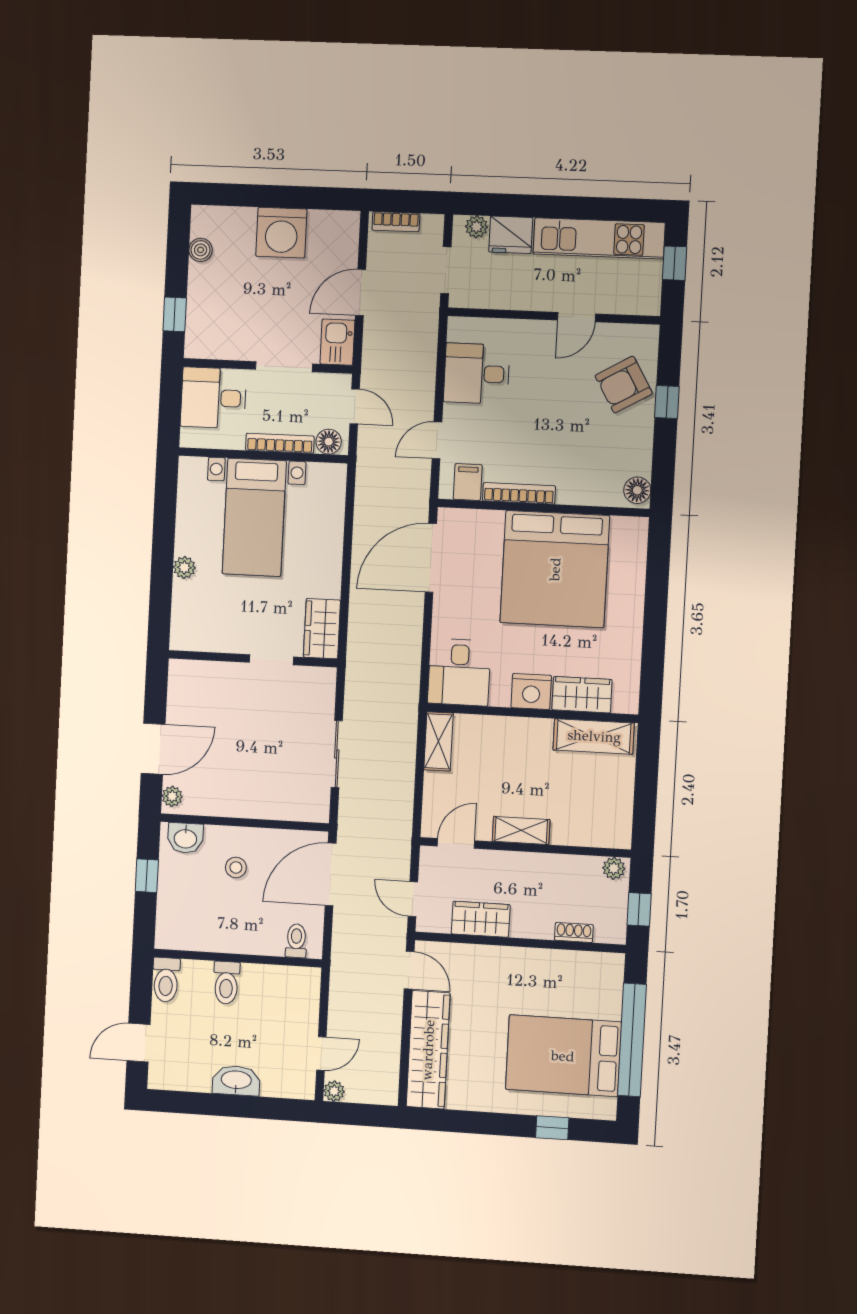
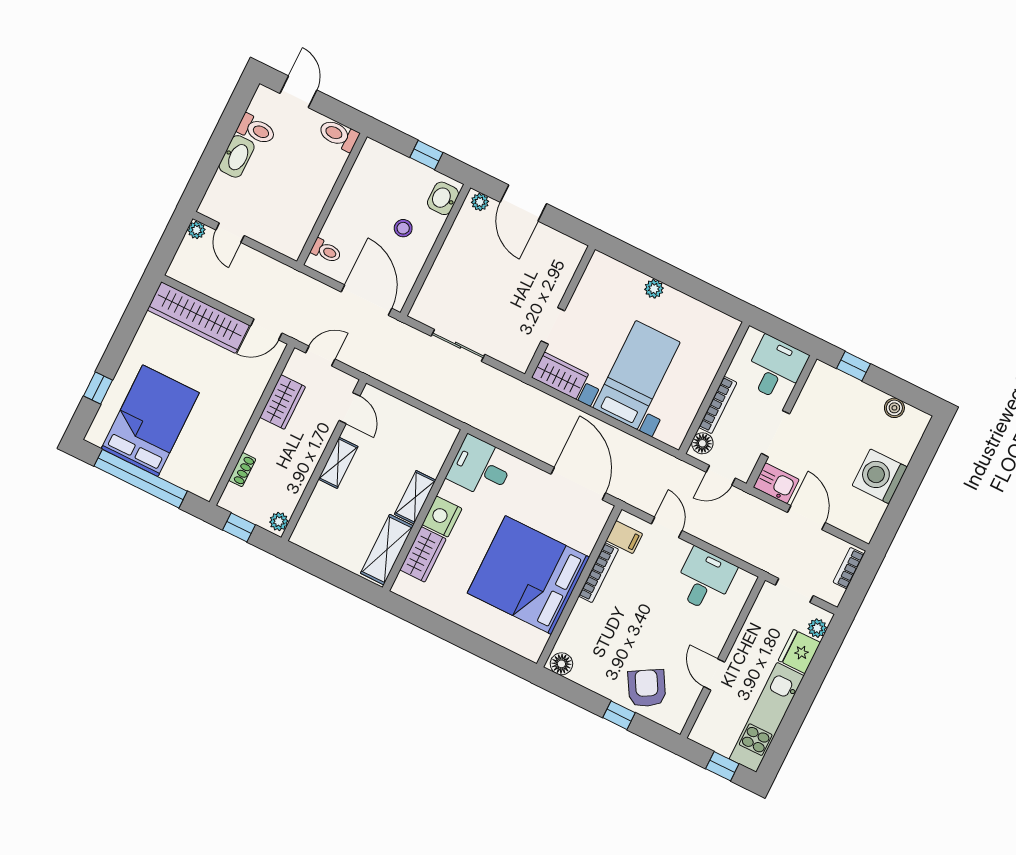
bed with nightstands: (254, 517) -> (636, 375), moved, turned 90
shelving: (439, 741) -> (415, 497), moved, turned 90
toilet: (226, 983) -> (256, 130), moved, turned 180

